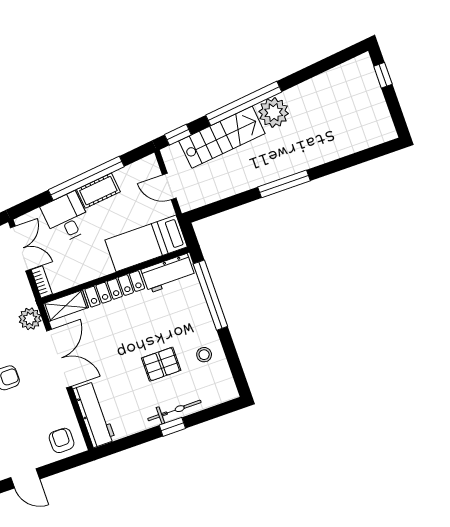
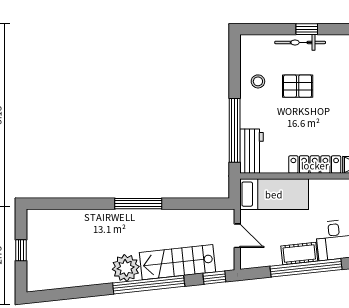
window: (383, 75) -> (21, 250), moved
workbench: (168, 273) -> (251, 151), moved, turned 90

